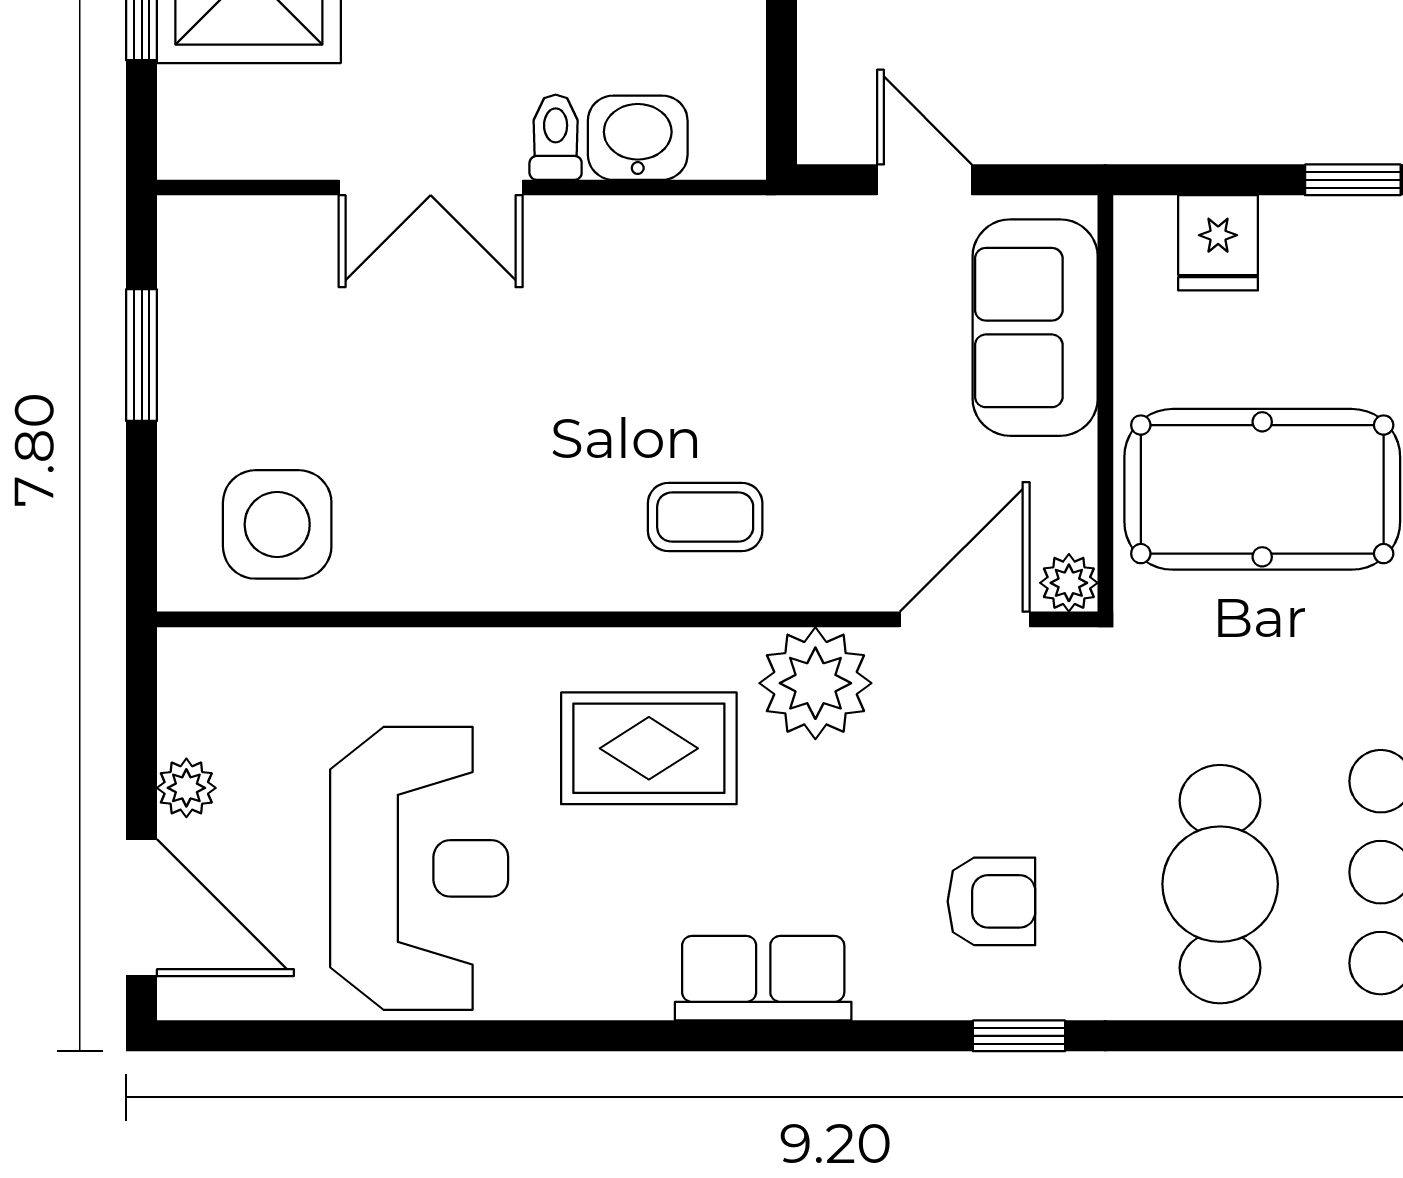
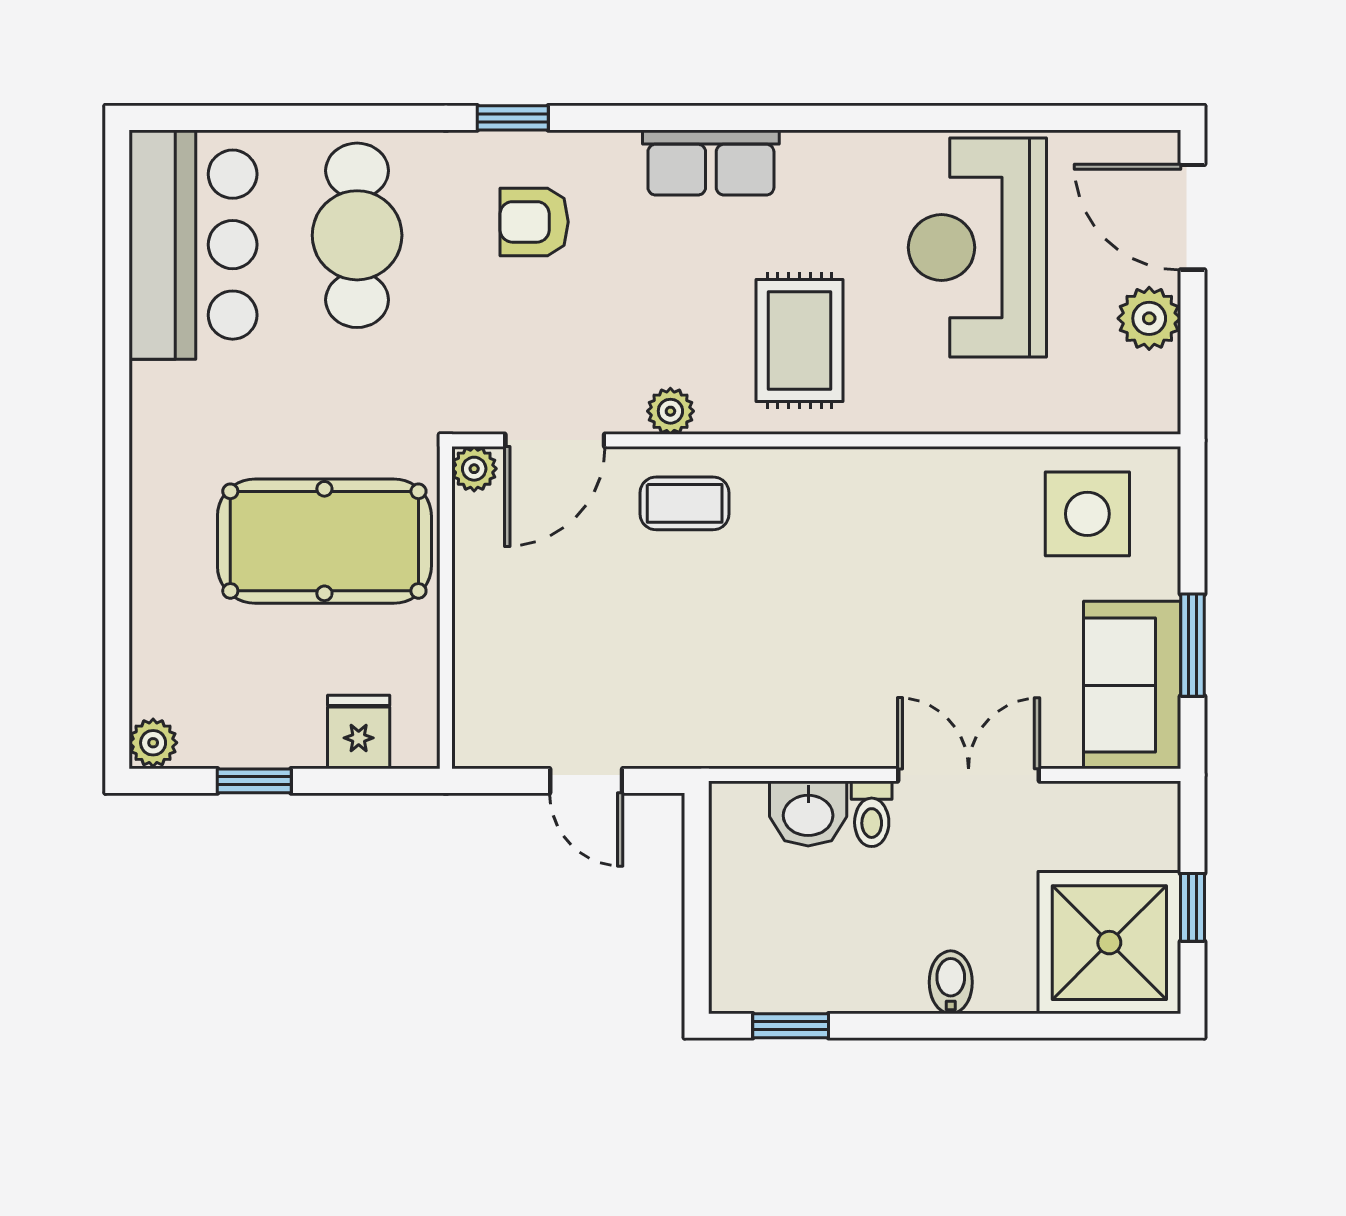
sofa: (1035, 328) -> (1132, 685), moved, turned 180
coffee table: (705, 517) -> (685, 503), moved
plant: (815, 683) -> (670, 411), width x0.53, depth x0.53
rug: (649, 748) -> (799, 341), turned 90
plant: (186, 788) -> (1149, 318), width x1.38, depth x1.38

